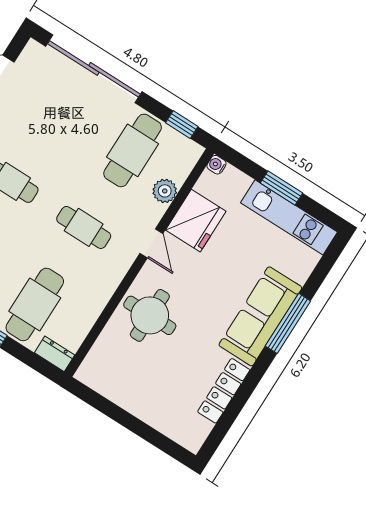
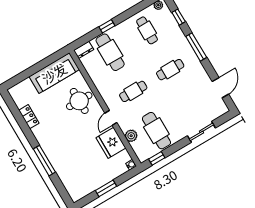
sliding door: (94, 69) -> (201, 132), width x0.54
kitchen unit: (289, 217) -> (91, 185), removed
door: (151, 243) -> (111, 118), hinge flipped
sofa: (260, 316) -> (54, 73), moved, turned 90
locker: (224, 391) -> (29, 117), width x0.66

